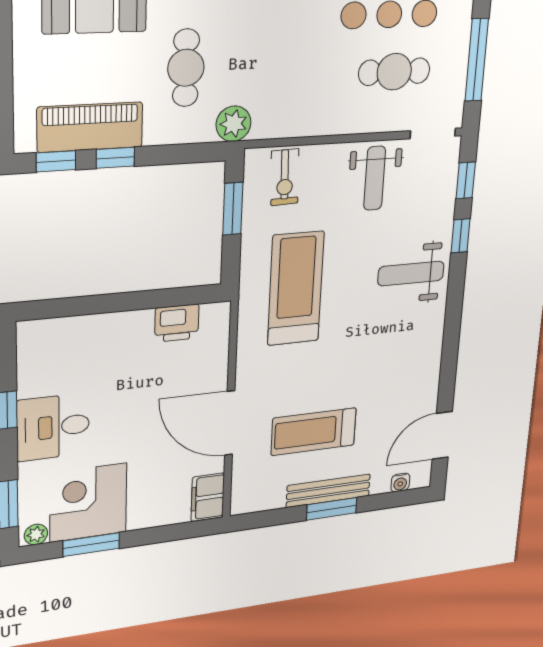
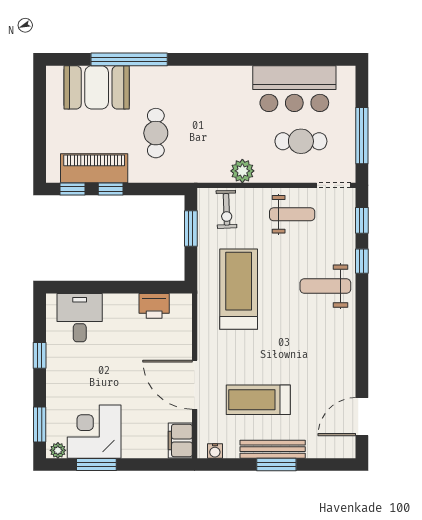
plant: (234, 124) -> (242, 171), moved
weight bench: (375, 178) -> (292, 214), turned -90
desk: (53, 427) -> (80, 318), moved, turned 90
water cooler: (400, 482) -> (215, 451), moved

